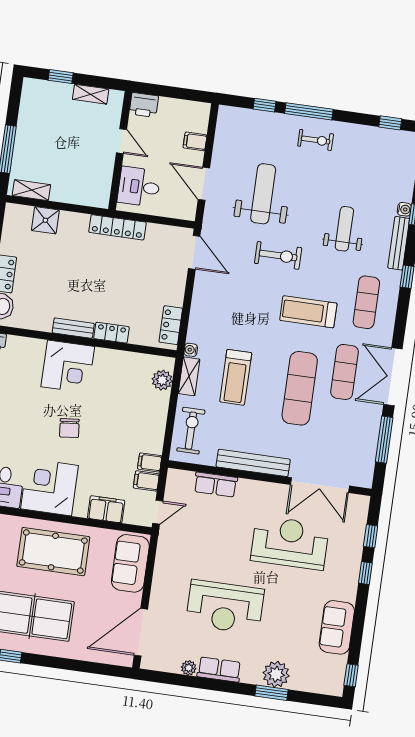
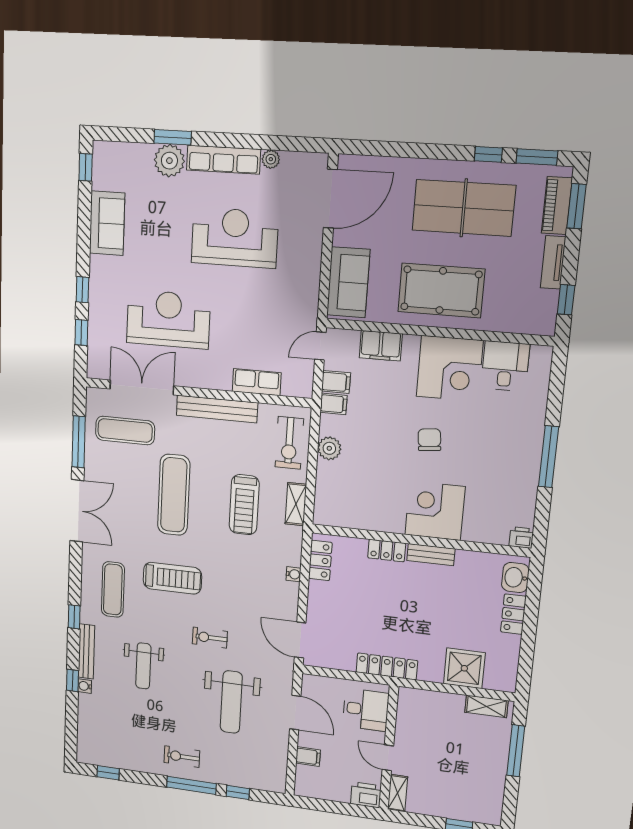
shelving: (91, 94) -> (398, 793), moved, turned 90
shower: (45, 220) -> (464, 668), width x1.36, depth x1.36
exercise bike: (278, 255) -> (210, 638), width x0.73, depth x0.72
water cooler: (191, 350) -> (293, 574), moved
exercise mat: (345, 372) -> (125, 430), moved, turned 90
treadmill: (236, 377) -> (244, 505), turned 180
plant: (162, 380) -> (329, 448), moved
reception desk: (290, 543) -> (168, 319), turned 180
row of seats: (219, 669) -> (223, 160), width x1.48

